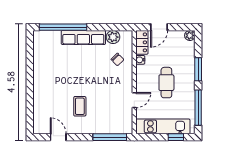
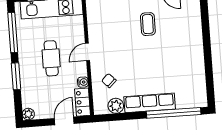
door: (134, 100) -> (87, 52), moved

